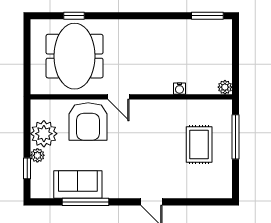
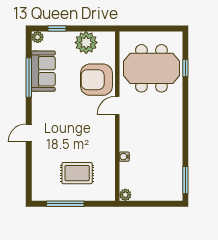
window: (235, 137) -> (65, 204), moved
plant: (37, 155) -> (38, 37), moved

